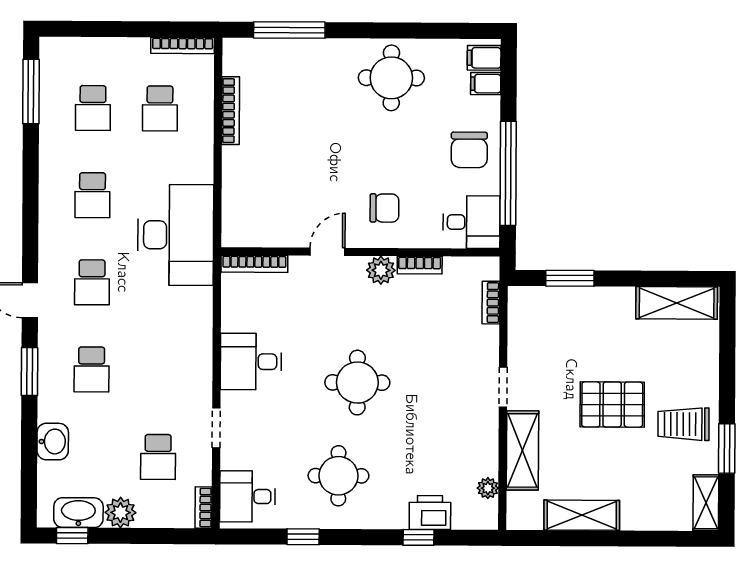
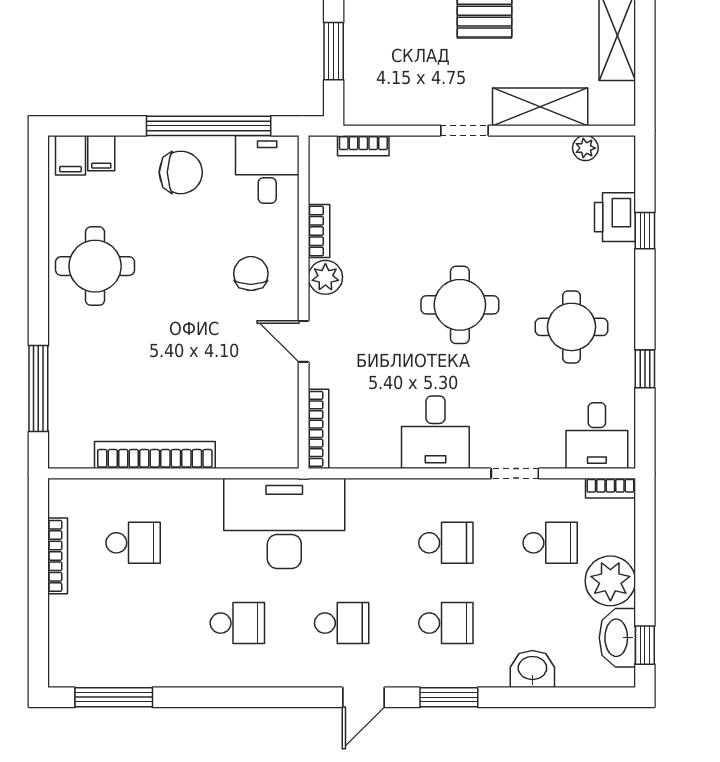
bookcase: (183, 46) -> (58, 556), moved
school desk: (93, 108) -> (446, 543), moved
bookcase: (231, 111) -> (155, 455), width x1.48, depth x1.31
plant: (120, 513) -> (610, 581), width x1.36, depth x1.36

